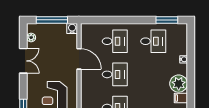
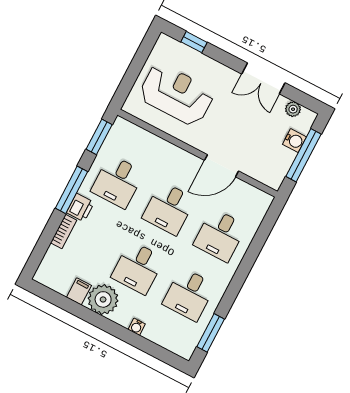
water cooler: (72, 28) -> (294, 141), moved
desk: (153, 74) -> (138, 268), added

